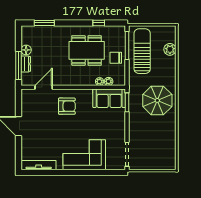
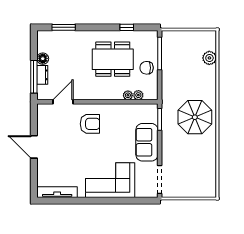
sun lounger: (142, 51) -> (177, 60), removed
sofa: (109, 98) -> (147, 142), moved, turned 90

